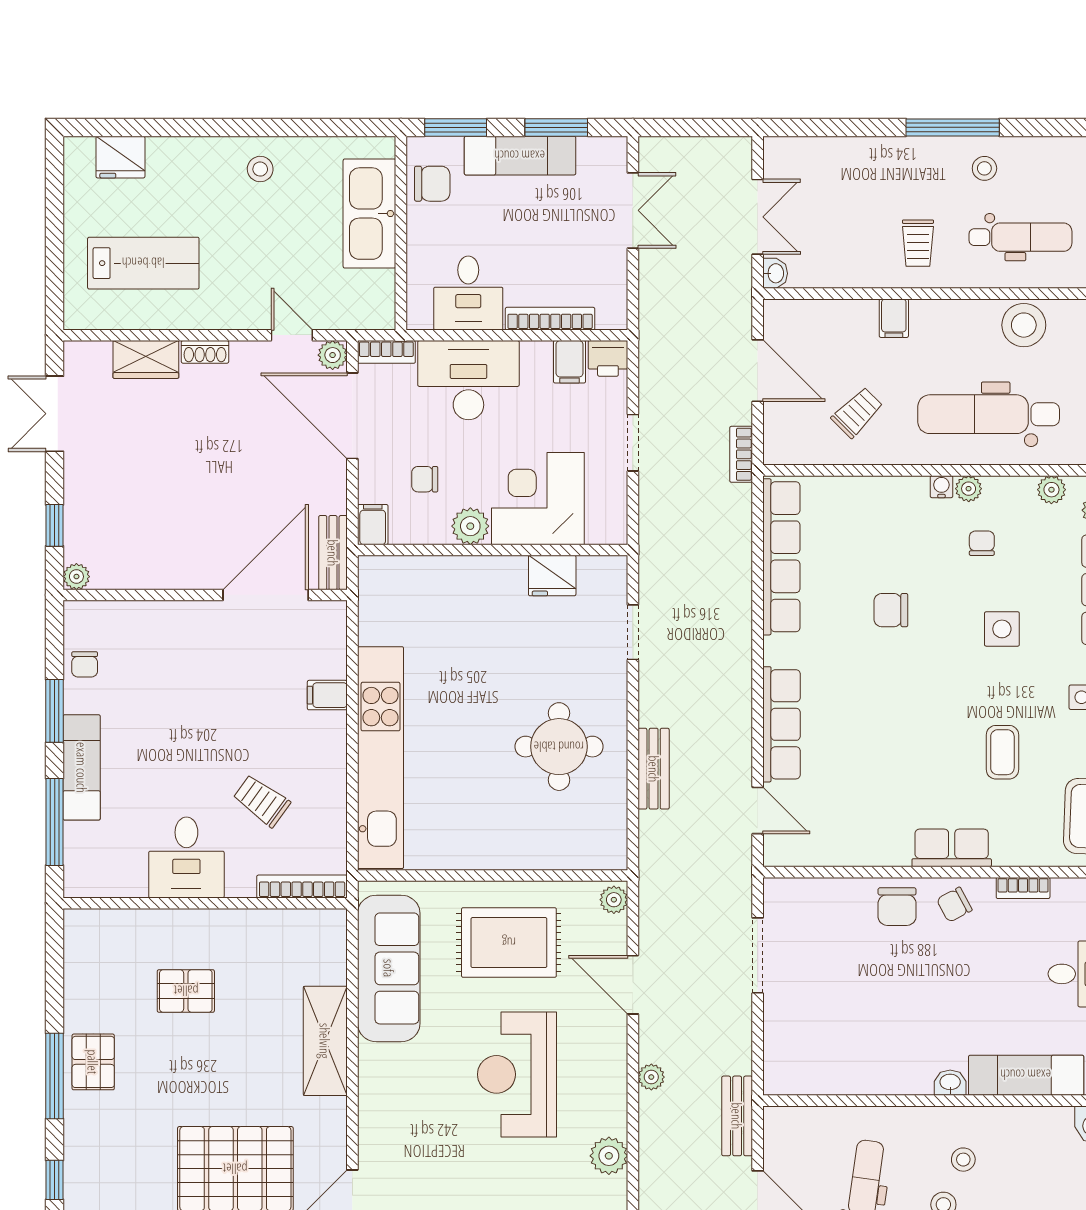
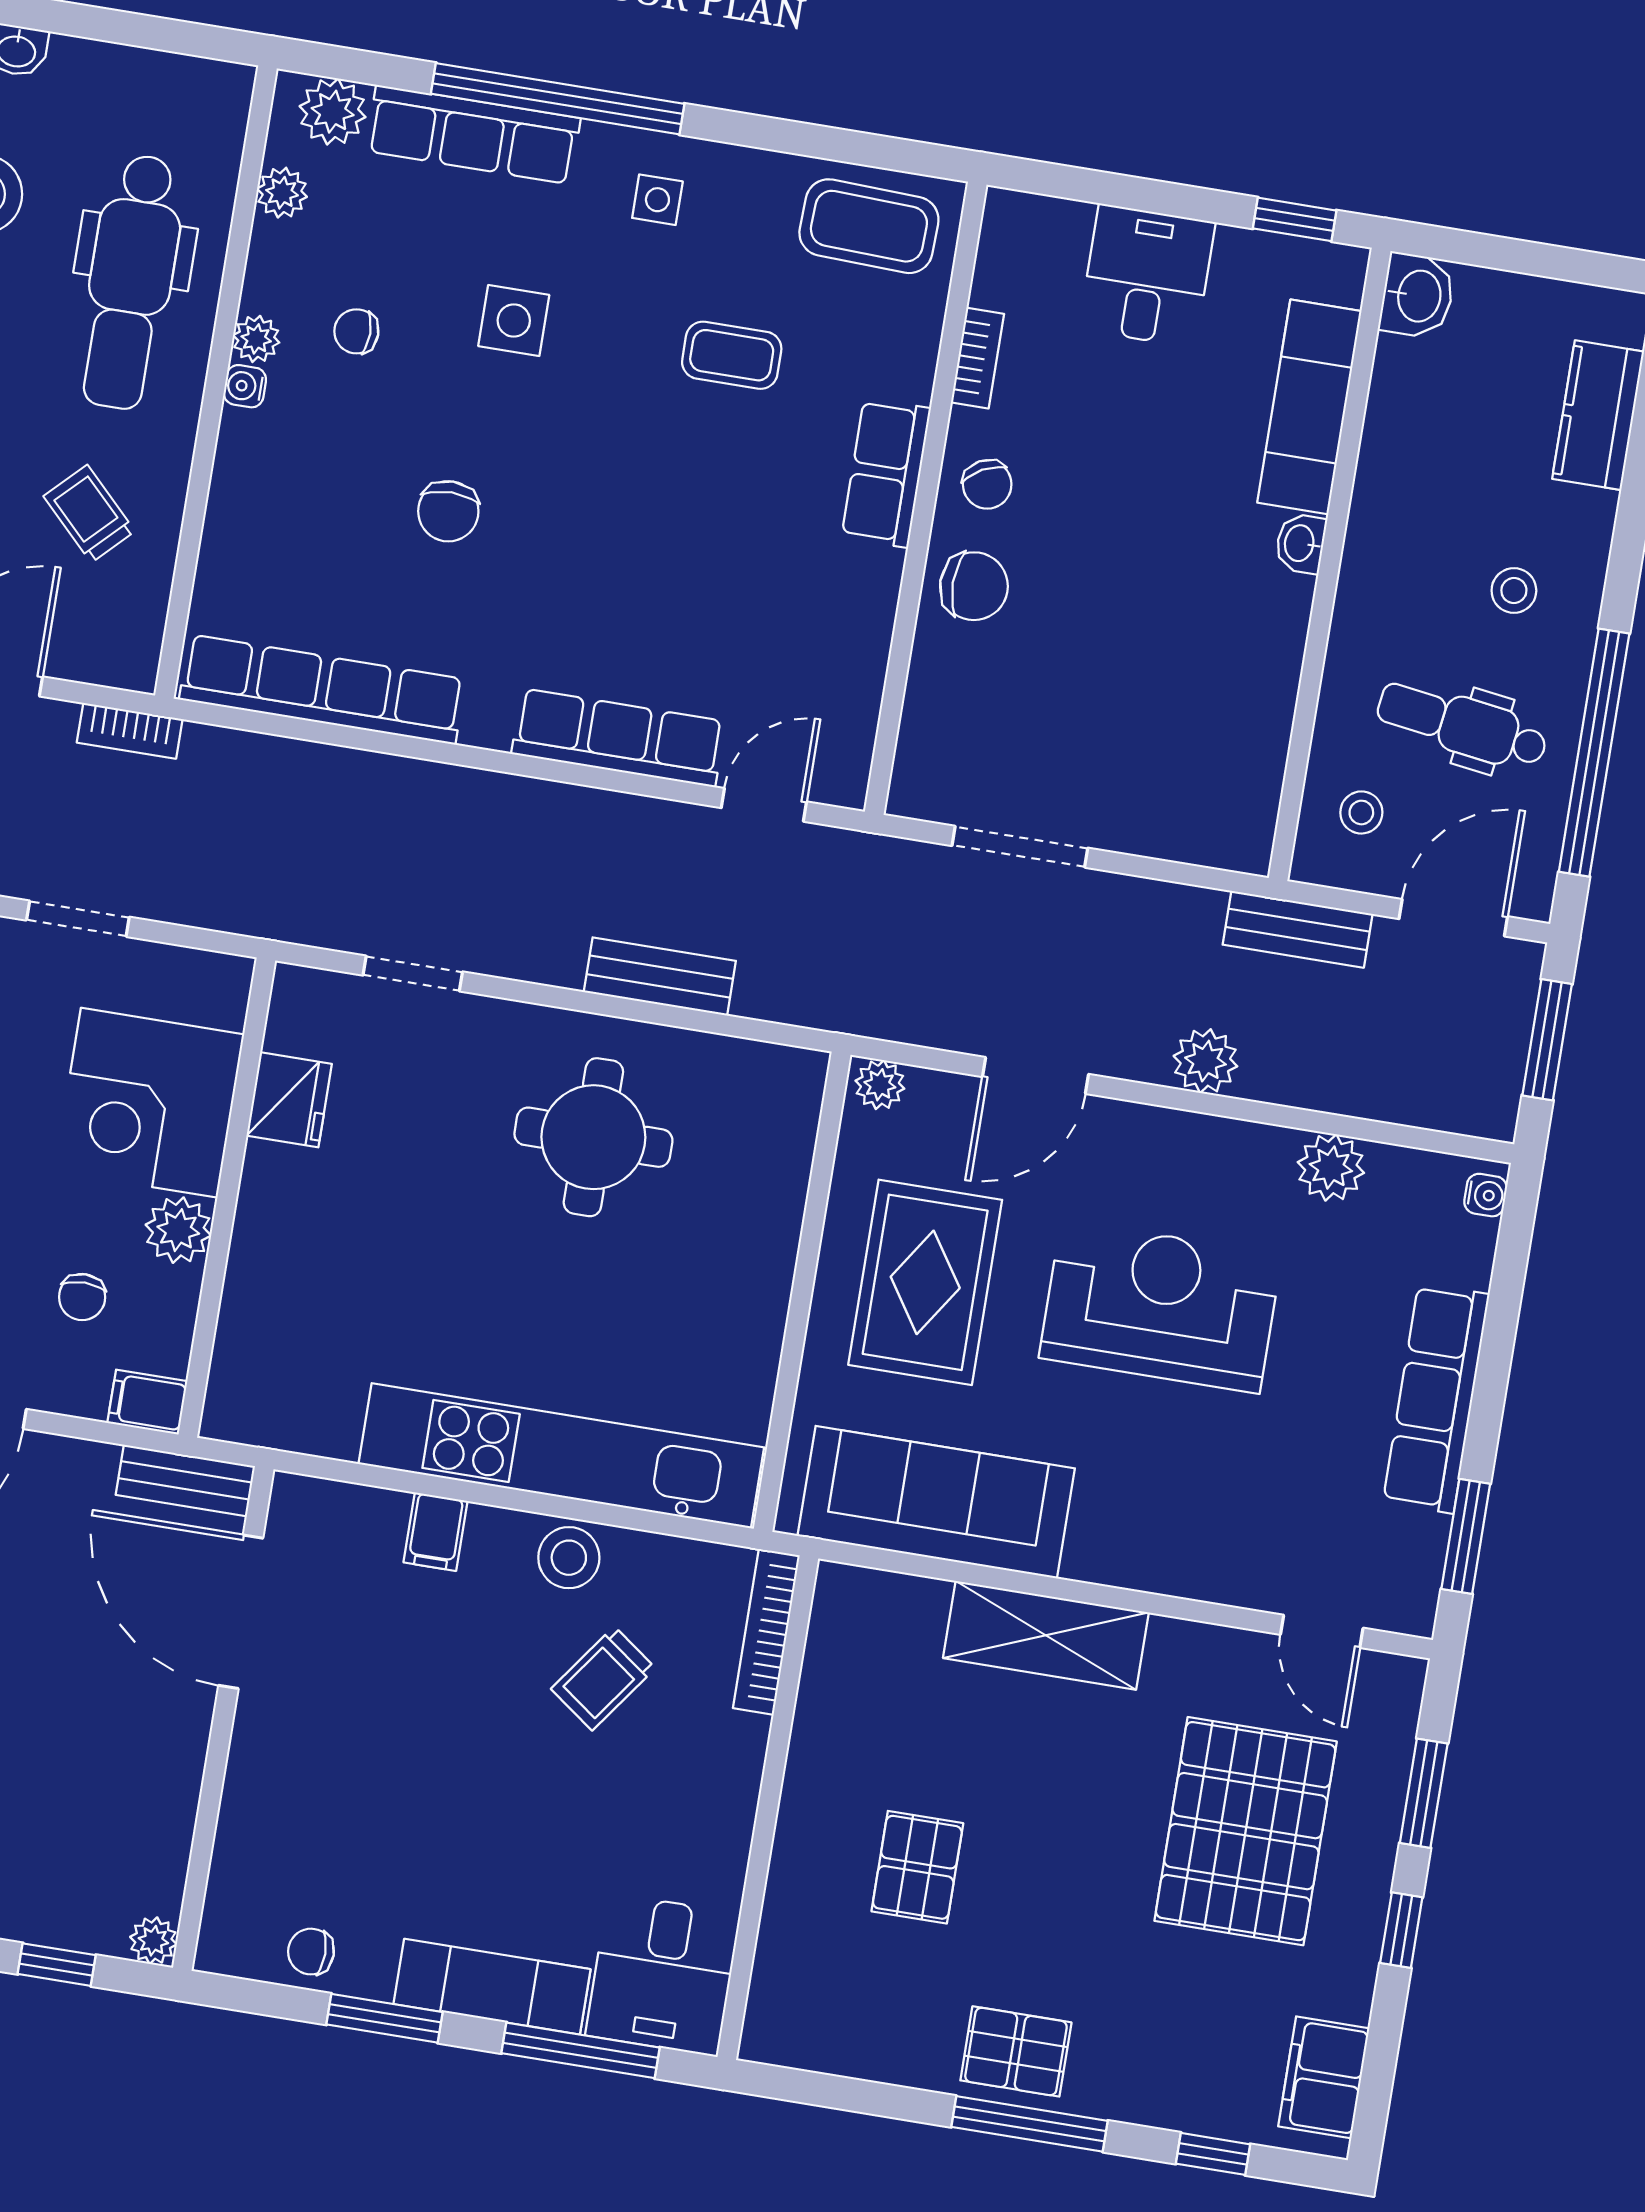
chair: (85, 664) -> (311, 1952), turned 180
stool: (325, 771) -> (569, 1558), added
desk: (186, 858) -> (663, 1975), moved, turned 90
reception desk: (517, 1074) -> (1160, 1306), turned 180
plant: (651, 1077) -> (1205, 1061), width x1.38, depth x1.38
stool: (963, 1160) -> (1361, 812), moved

